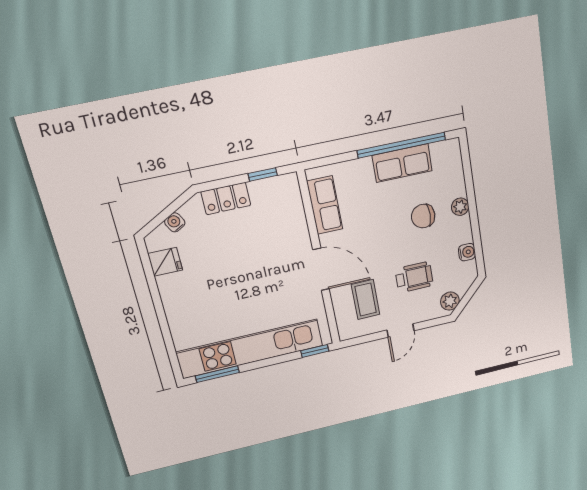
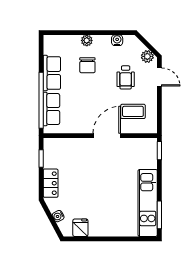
window: (402, 145) -> (41, 100), moved
row of seats: (325, 205) -> (51, 109), moved, turned 90
wheelchair: (414, 277) -> (126, 77), turned 180
door: (401, 330) -> (159, 77), moved
kitchen unit: (250, 349) -> (148, 203), width x0.73

